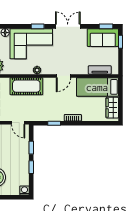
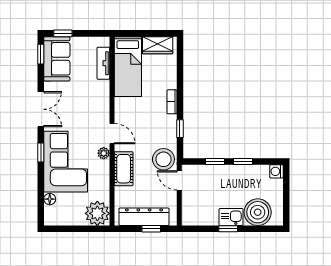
double door: (68, 26) -> (41, 109), swing flipped
door: (63, 76) -> (112, 134), moved
cot: (26, 86) -> (124, 169), width x0.73, depth x0.75
stool: (33, 112) -> (163, 159), added
door: (18, 123) -> (179, 180), swing flipped

